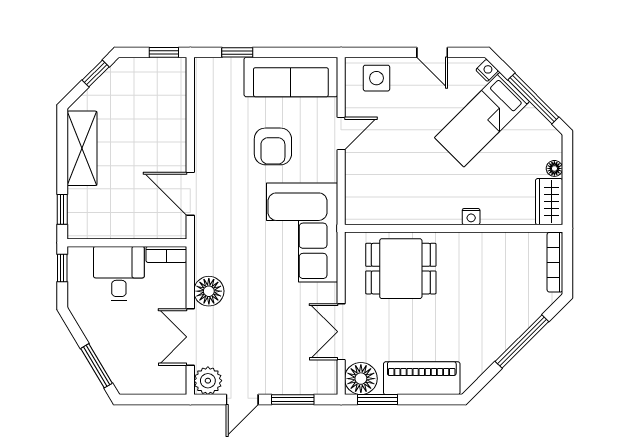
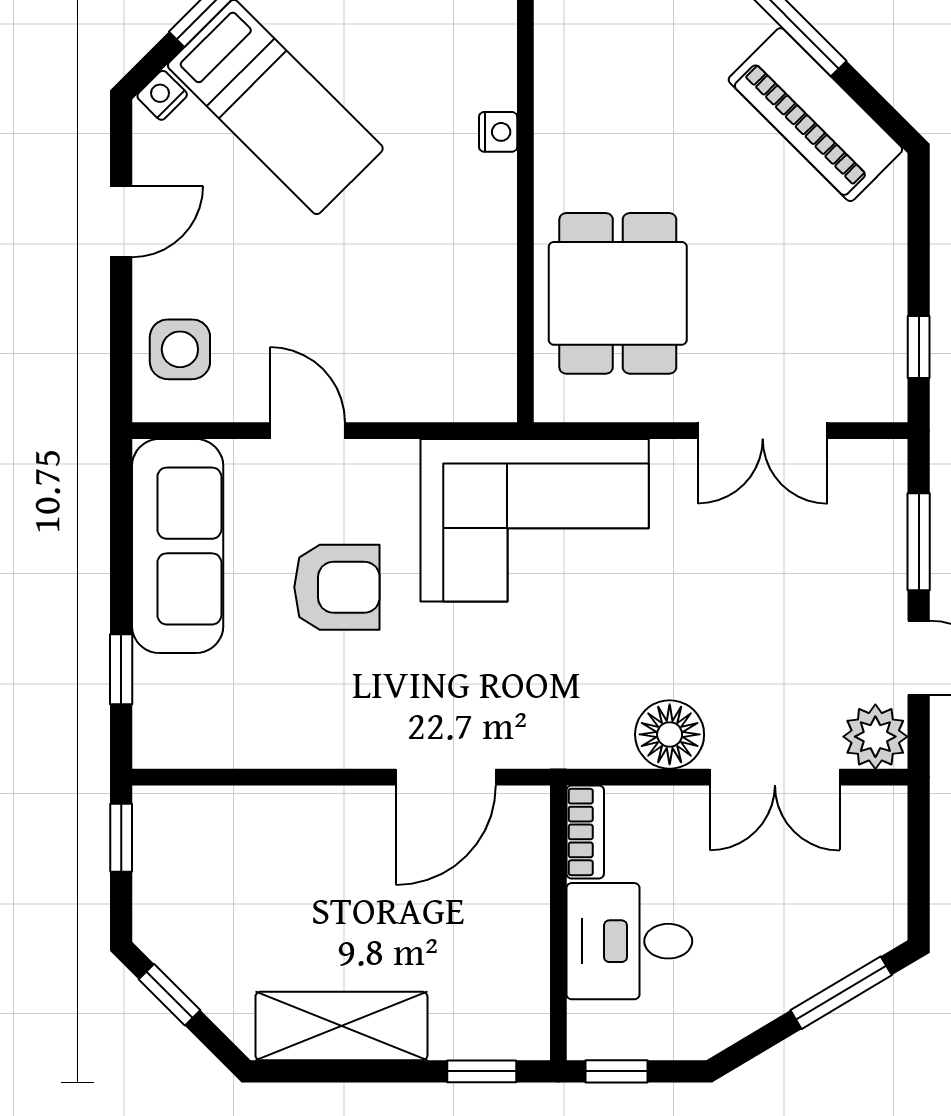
piano: (422, 378) -> (815, 115), moved, turned -45
floor lamp: (361, 379) -> (870, 385), removed
window: (377, 400) -> (919, 347), width x0.67

